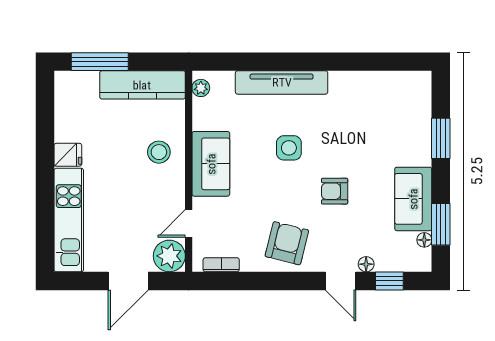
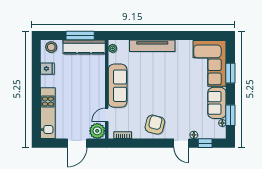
window: (100, 62) -> (80, 36), moved
corner sofa: (398, 118) -> (210, 63), added
side table: (289, 148) -> (156, 78), removed
stool: (159, 152) -> (51, 47), moved
fridge: (68, 155) -> (47, 69), moved
sofa: (211, 164) -> (118, 86), width x1.36
armchair: (335, 191) -> (178, 99), removed

